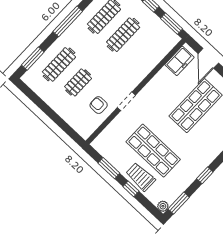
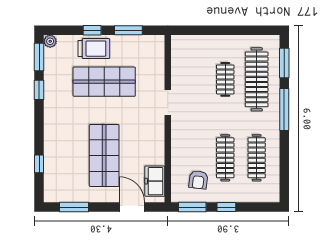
window: (68, 21) -> (284, 109), moved
clothes rail: (59, 64) -> (257, 79), width x1.37, depth x1.31
armchair: (99, 105) -> (198, 180), moved, turned 97
window: (205, 175) -> (39, 90), moved

